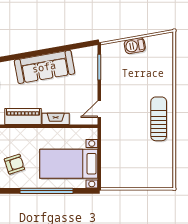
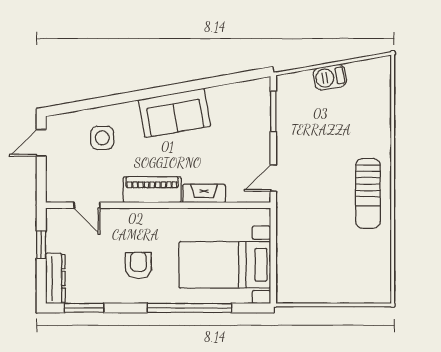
sofa: (44, 67) -> (174, 113), width x0.73
sun lounger: (159, 119) -> (368, 193), turned 180
armchair: (14, 164) -> (138, 265), turned -72

